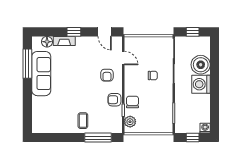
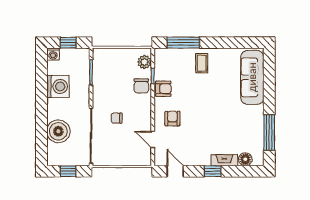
sofa: (41, 74) -> (252, 77), moved
washing machine: (201, 84) -> (58, 86), moved

